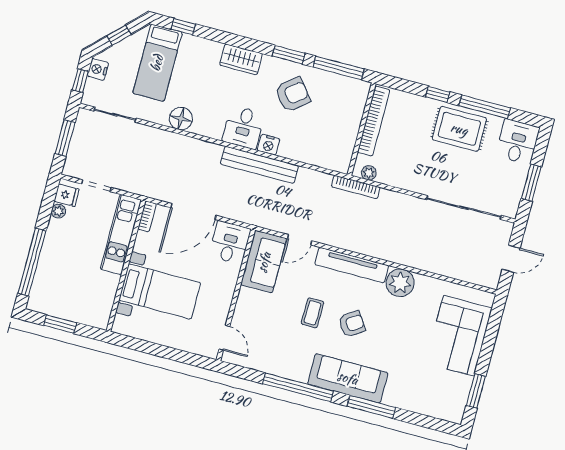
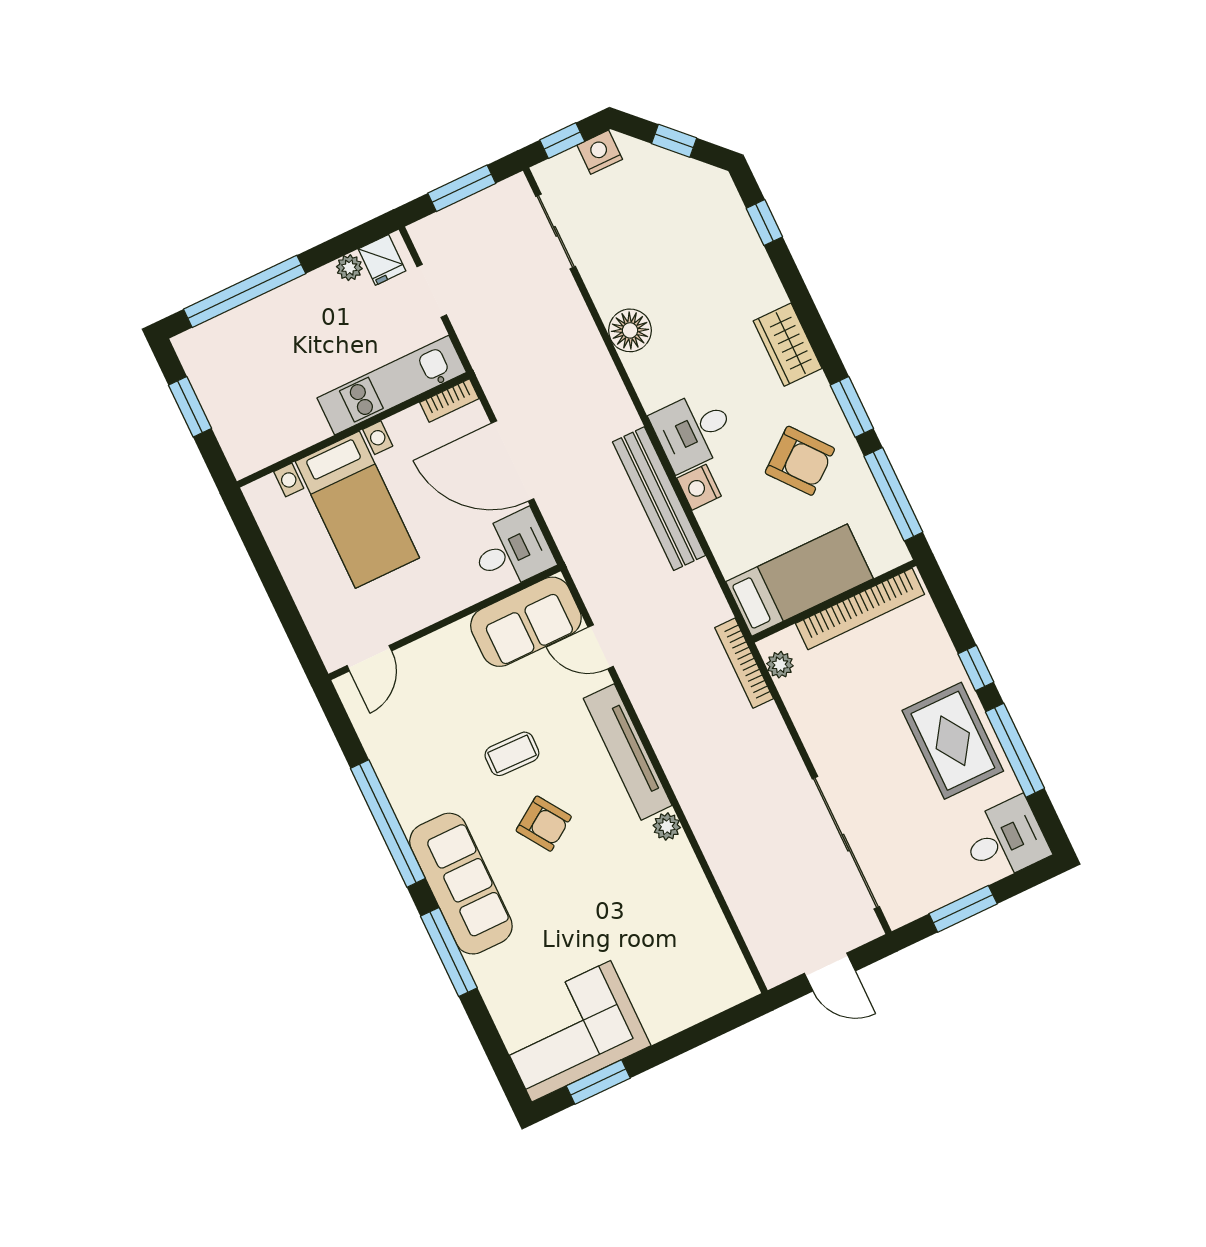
bed: (157, 63) -> (800, 580), moved, turned 180
plant: (400, 283) -> (667, 826), width x0.53, depth x0.53
corner sofa: (459, 336) -> (571, 1031), moved

